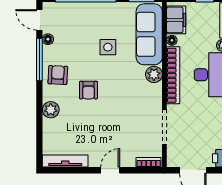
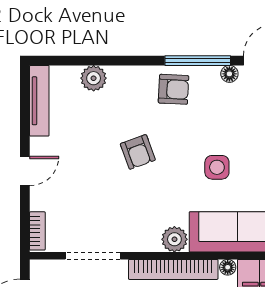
armchair: (88, 90) -> (138, 152), moved, turned -110
plant: (51, 110) -> (94, 78), moved
door: (110, 170) -> (25, 171), hinge flipped

